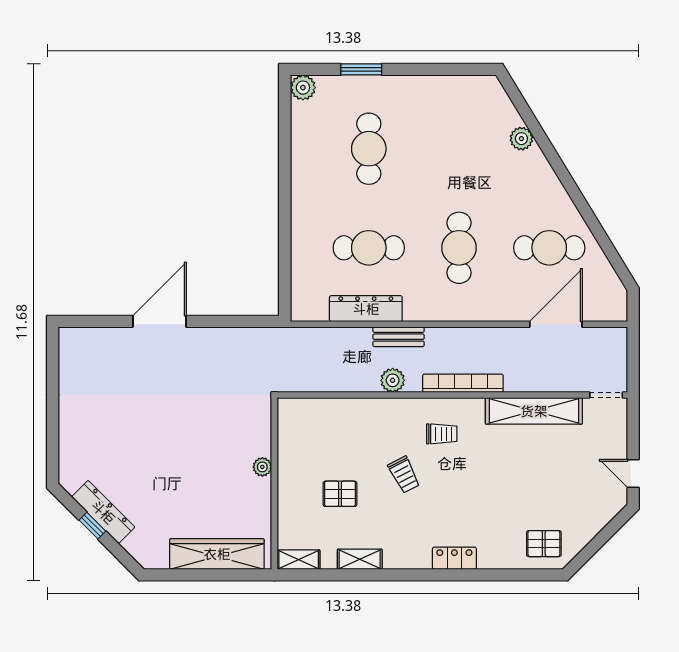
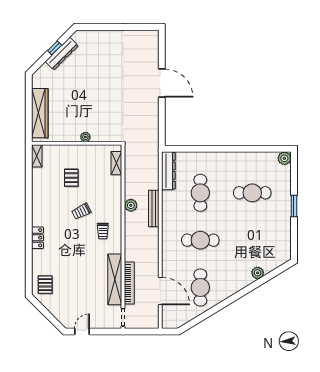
window: (361, 69) -> (294, 206), moved
dresser: (366, 309) -> (168, 171), moved
bench: (399, 337) -> (154, 208), width x1.36
bookcase: (463, 383) -> (129, 283), moved
shelving: (360, 559) -> (116, 163), moved

